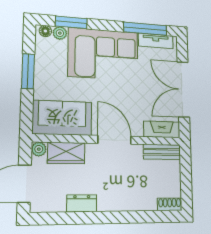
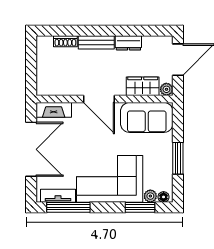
bench: (162, 152) -> (96, 42), moved
shoe rack: (170, 204) -> (65, 41), moved

